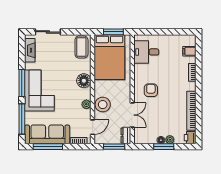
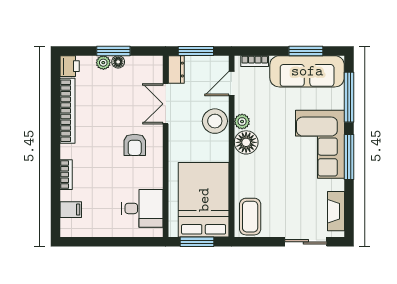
floor lamp: (84, 81) -> (246, 142), moved
window: (48, 147) -> (306, 51), width x0.69

